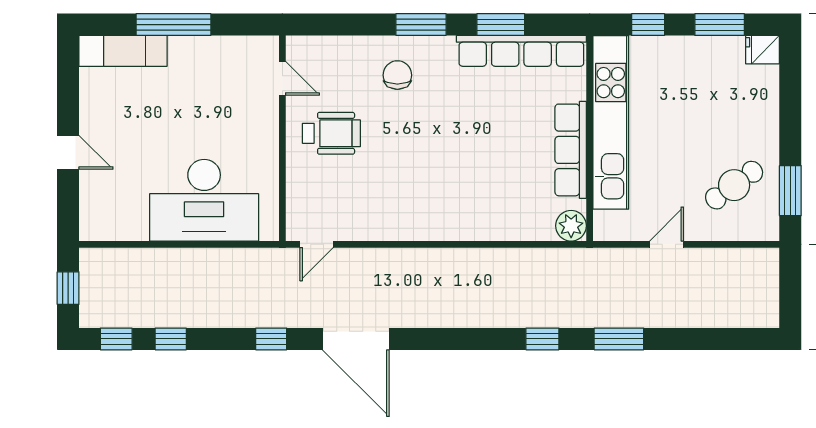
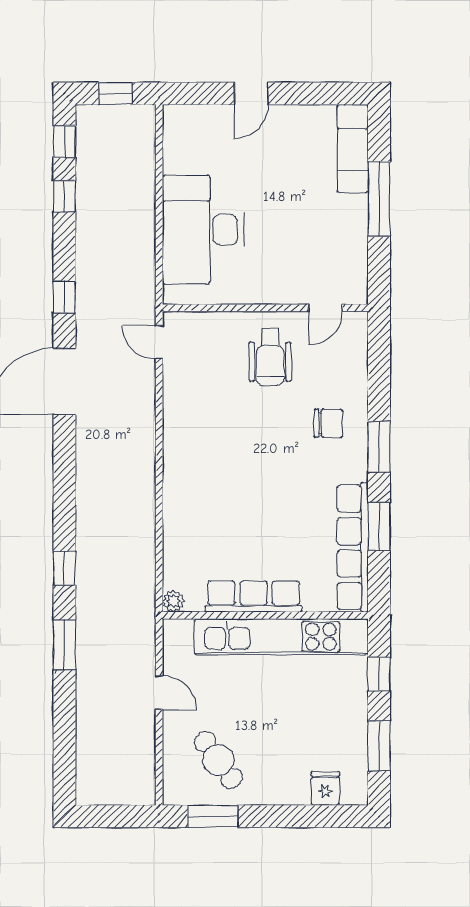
fridge: (762, 50) -> (325, 788), moved
plant: (571, 226) -> (173, 601), width x0.73, depth x0.73

